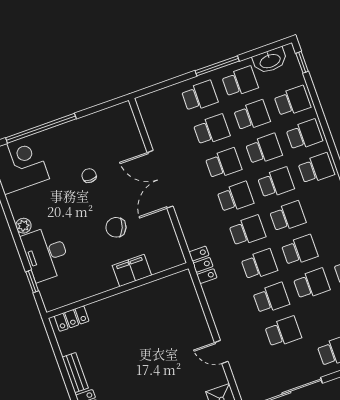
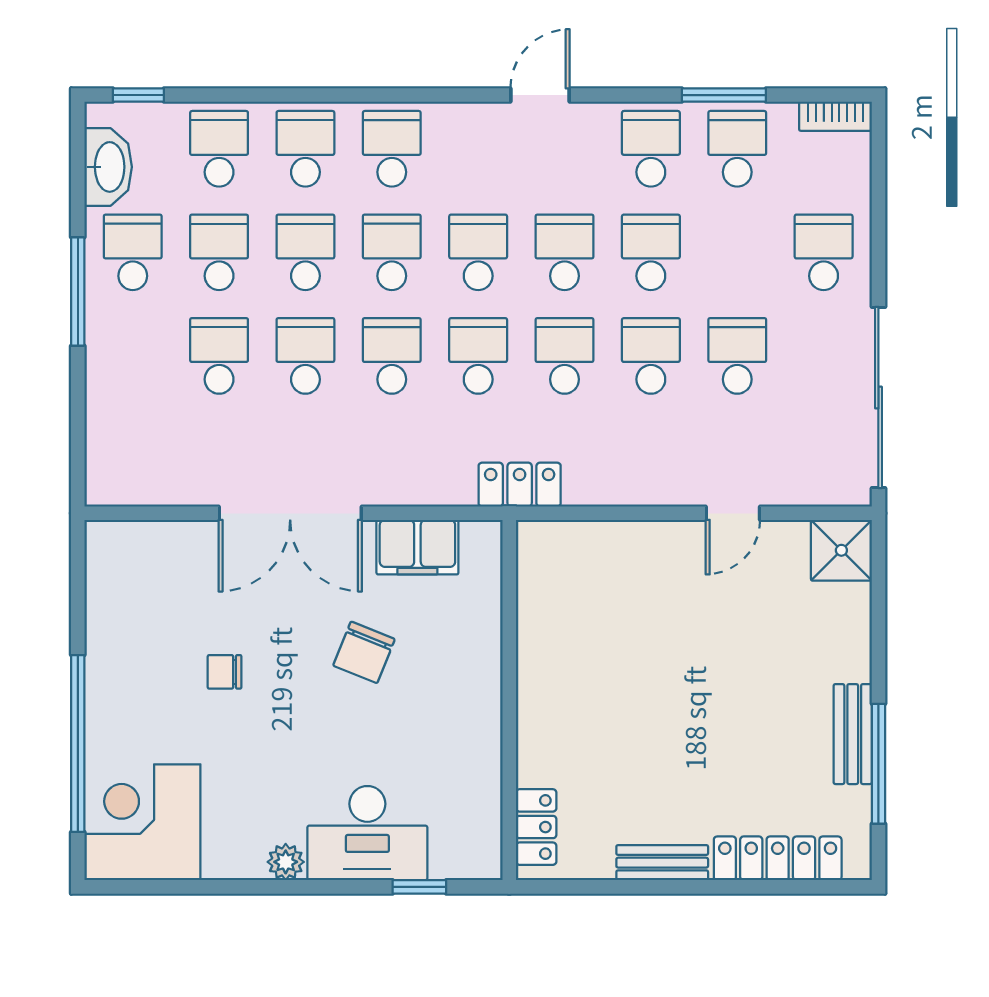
school desk: (200, 96) -> (133, 356), removed
filing cabinet: (132, 270) -> (417, 547), moved, turned -90

